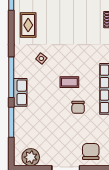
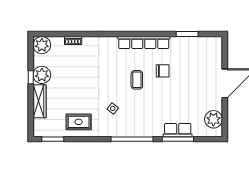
row of seats: (20, 92) -> (178, 130), moved
chair: (91, 152) -> (208, 58), removed

